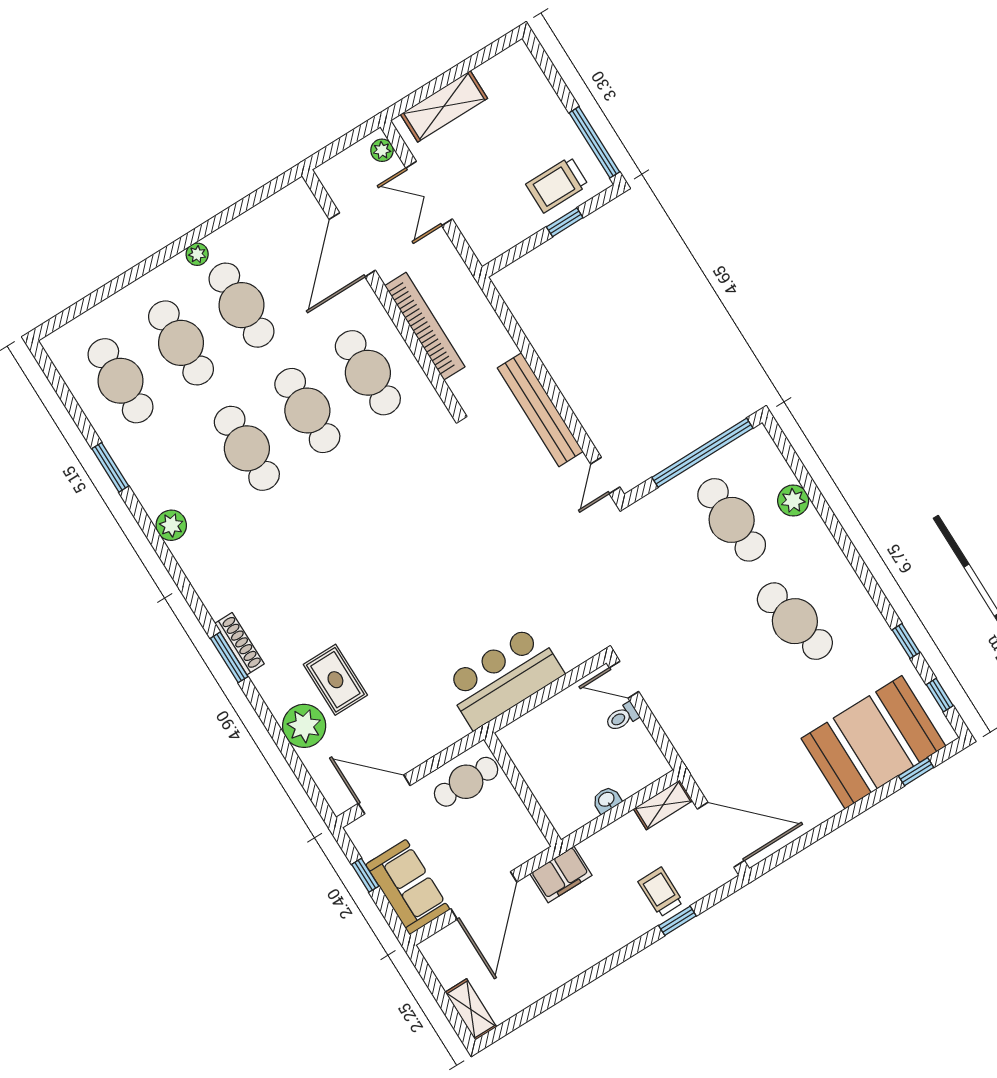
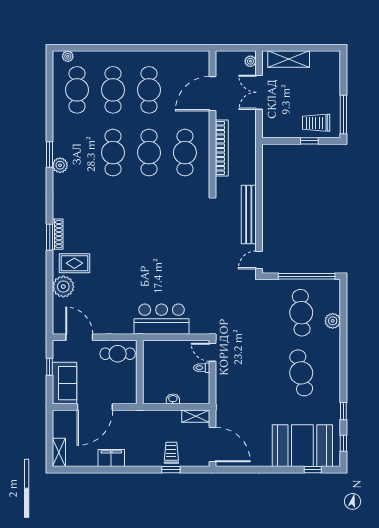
plant: (197, 254) -> (68, 56), moved
window: (110, 467) -> (50, 155), moved
rug: (335, 680) -> (74, 263), moved, turned 90
filing cabinet: (561, 874) -> (111, 458), moved, turned 180

